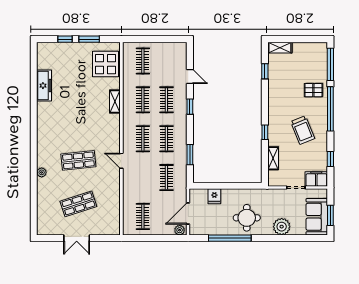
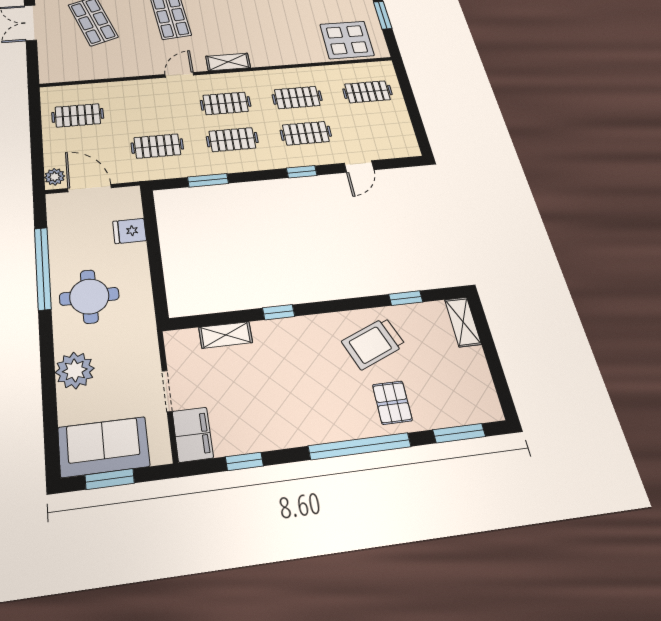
window: (330, 64) -> (459, 433), width x0.69
shelving: (115, 102) -> (228, 62), moved
trolley: (303, 130) -> (373, 343), moved

